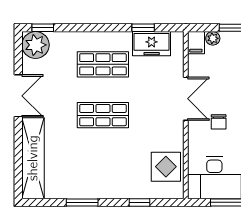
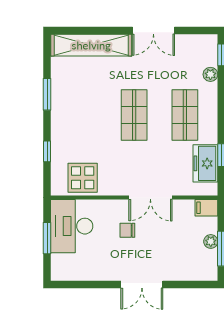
plant: (213, 38) -> (211, 241), moved
plant: (36, 45) -> (210, 74), moved, width x0.53, depth x0.53

